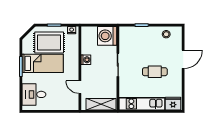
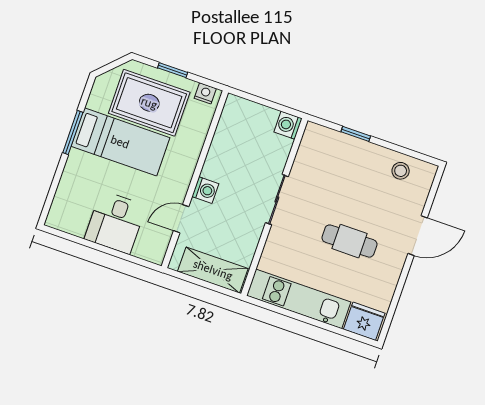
washing machine: (107, 36) -> (288, 125), width x0.53, depth x0.53
washing machine: (86, 60) -> (205, 190), moved
door: (80, 87) -> (181, 219), hinge flipped
desk: (34, 94) -> (115, 222), moved, turned -90

